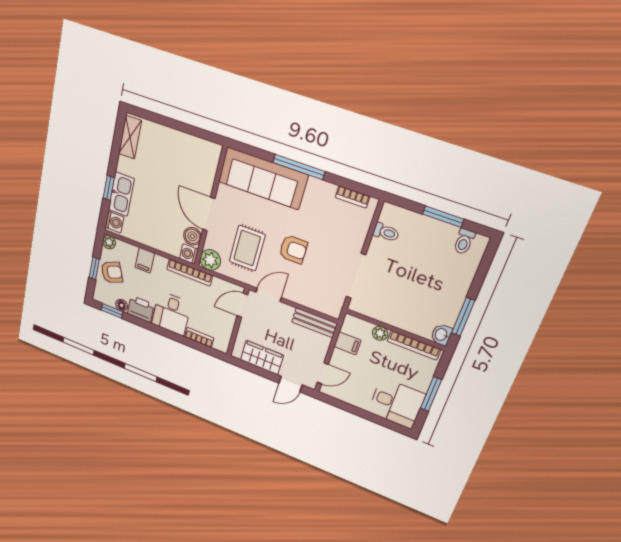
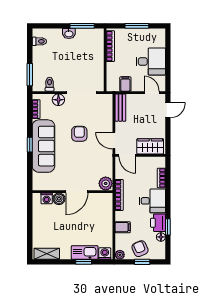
window: (299, 167) -> (30, 145), width x0.46
sofa: (263, 178) -> (43, 146), moved
window: (443, 217) -> (30, 75), moved
boiler: (192, 236) -> (59, 199), moved
floor lamp: (356, 237) -> (58, 100), added
rug: (247, 248) -> (89, 162), removed
washing machine: (189, 254) -> (47, 198), moved
window: (112, 311) -> (168, 227), moved
plant: (380, 333) -> (111, 67), removed
washbasin: (441, 335) -> (69, 34), moved
wardrobe: (262, 358) -> (150, 146), moved, turned 90
door: (290, 384) -> (168, 110), hinge flipped
desk: (396, 403) -> (151, 61), moved, turned 90

